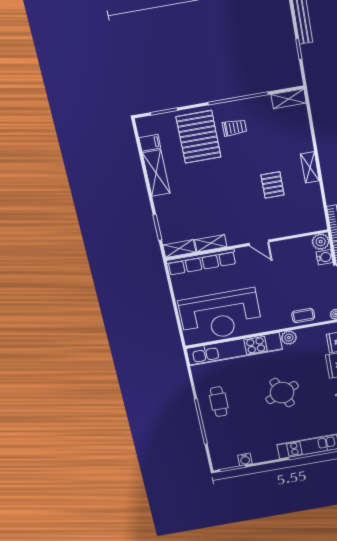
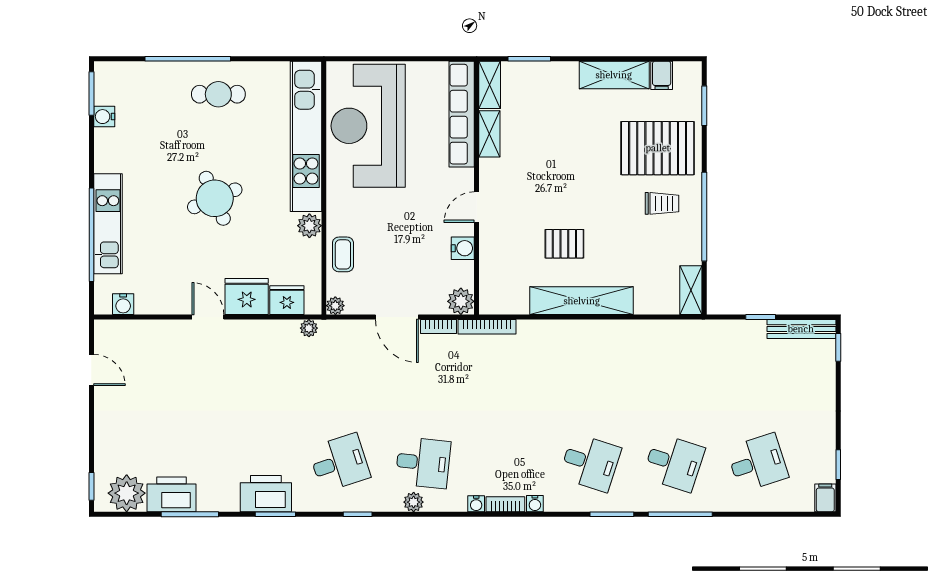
trolley: (235, 128) -> (662, 203), turned -90
shelving: (310, 167) -> (582, 301), width x2.20, depth x1.33
water cooler: (325, 257) -> (463, 248), moved, turned -90

